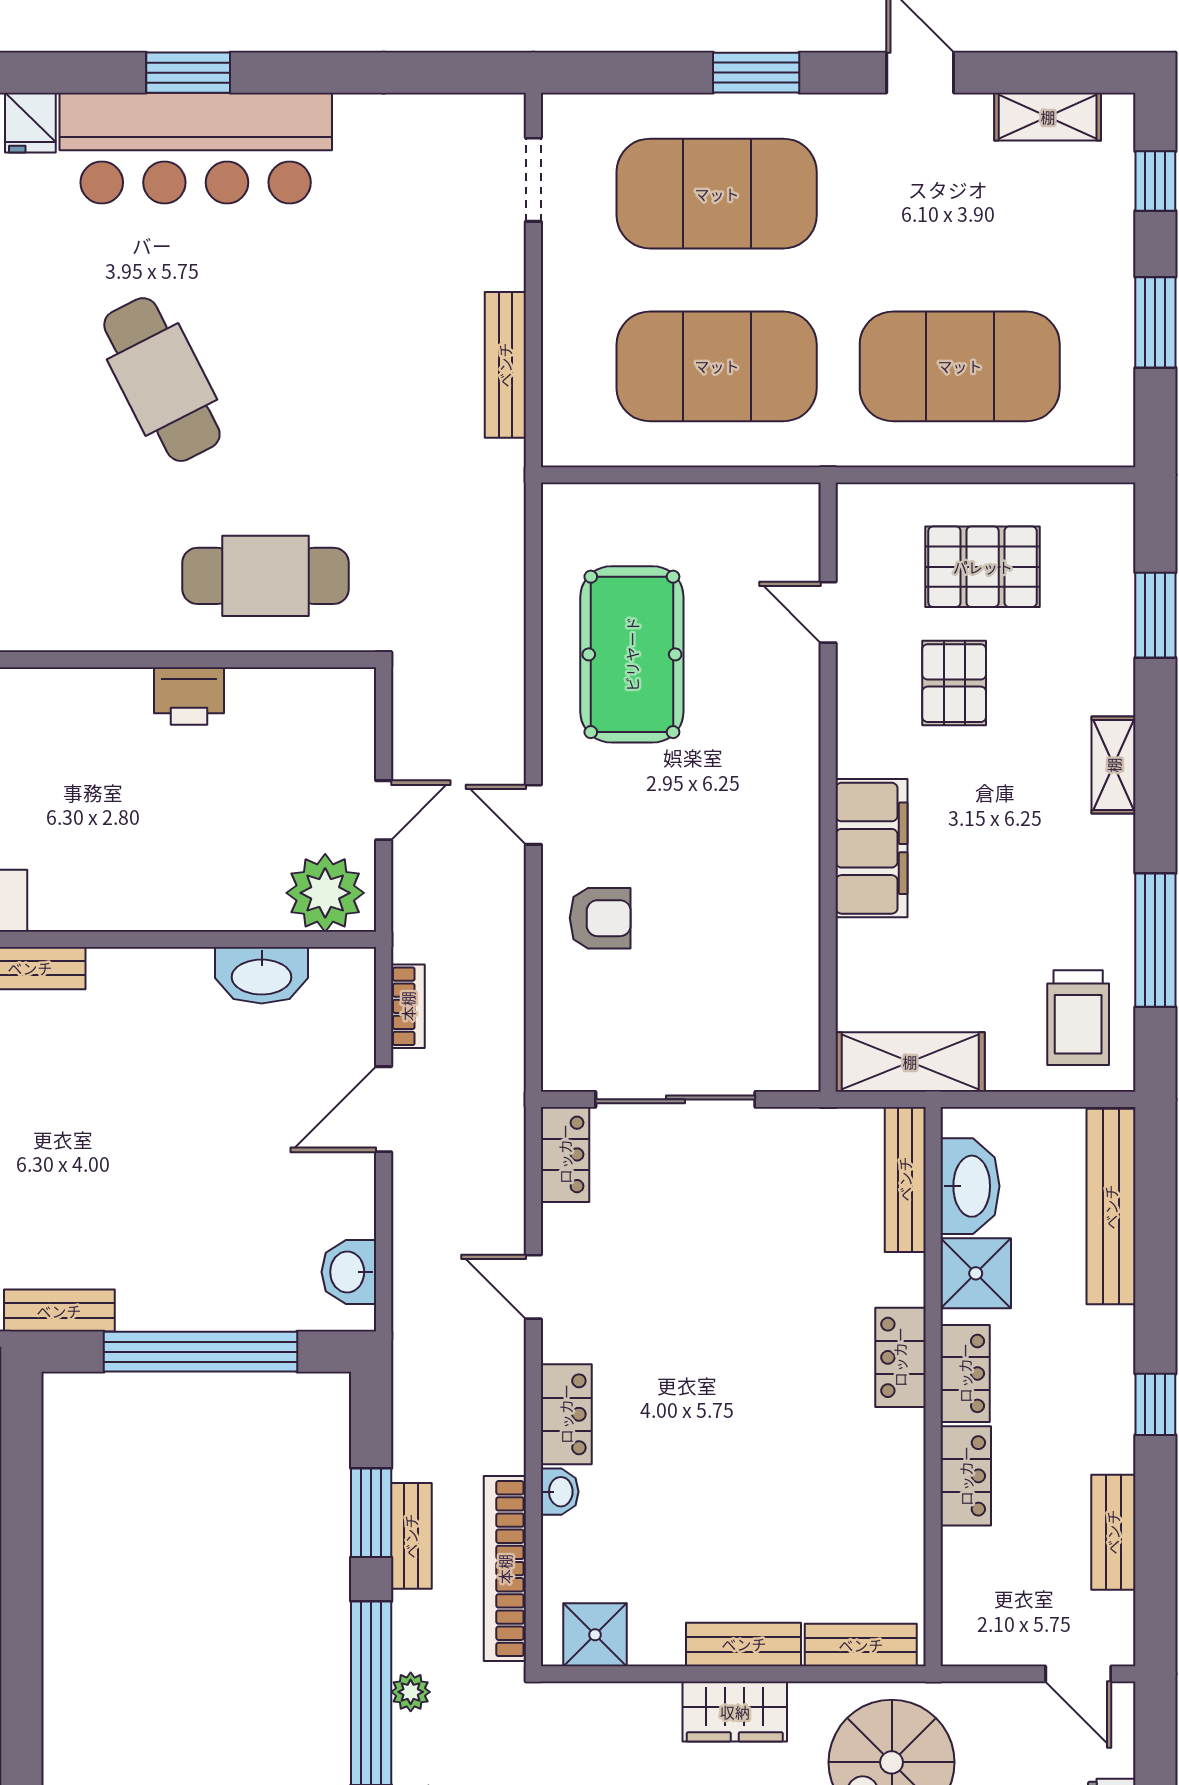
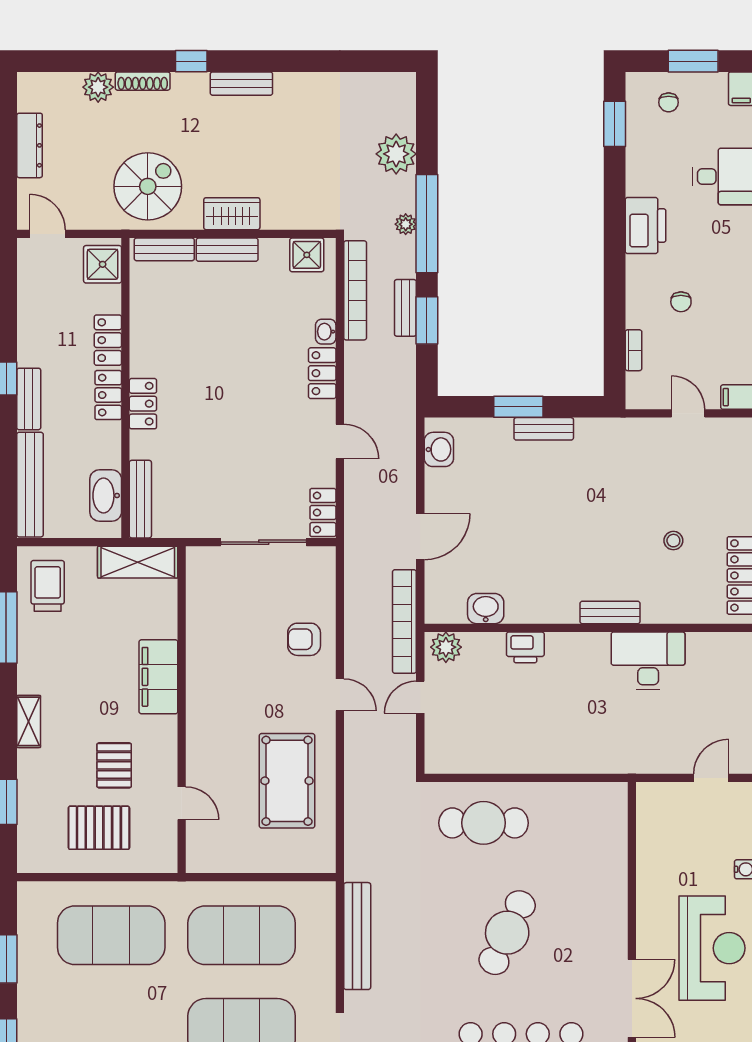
bench: (505, 365) -> (357, 936), width x1.37, depth x1.21
cafe table: (162, 380) -> (507, 933), moved, turned 52
printer: (189, 696) -> (525, 647), moved, turned 180
plant: (325, 893) -> (446, 647), width x0.73, depth x0.73
washbasin: (262, 975) -> (486, 609), width x0.72
bookcase: (408, 1006) -> (404, 621), width x2.31, depth x1.31
shower: (976, 1273) -> (103, 264), moved
bench: (59, 1311) -> (544, 429), moved
window: (201, 1352) -> (518, 407), width x0.47
bench: (1113, 1532) -> (29, 399), moved

